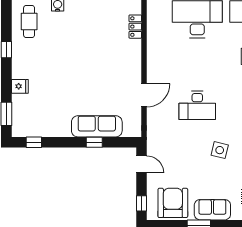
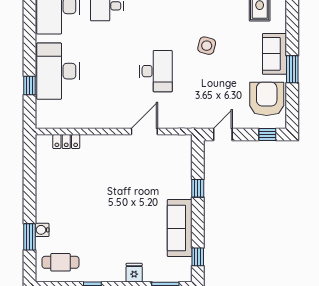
door: (144, 95) -> (144, 132), hinge flipped
sofa: (97, 126) -> (180, 228), moved
armchair: (173, 203) -> (267, 99), turned 90

